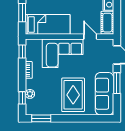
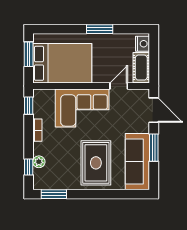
bed: (48, 24) -> (62, 63), width x1.50
door: (90, 37) -> (119, 86), hinge flipped

